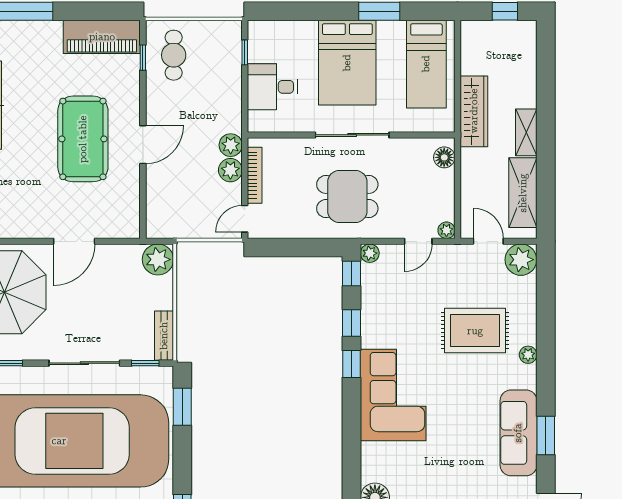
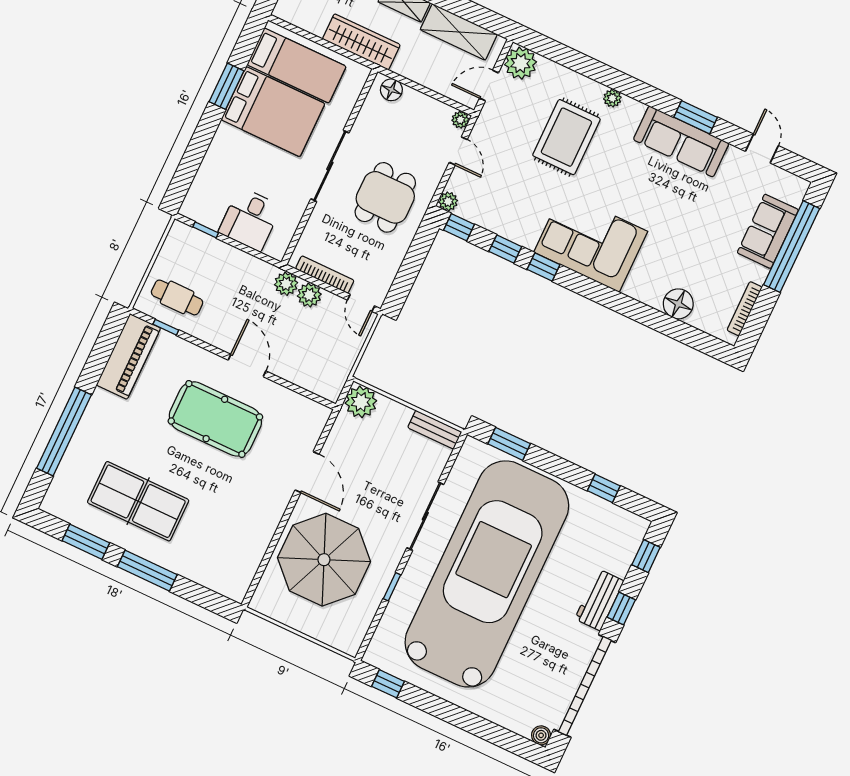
bed: (347, 63) -> (273, 112), moved
window: (145, 363) -> (452, 459), removed

